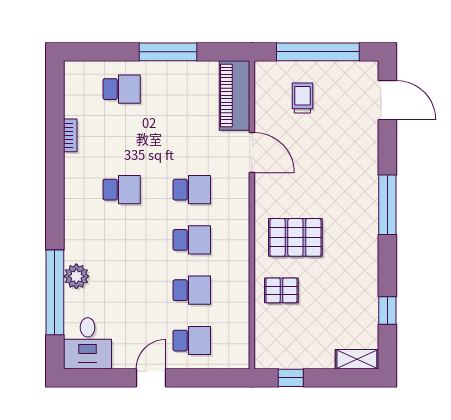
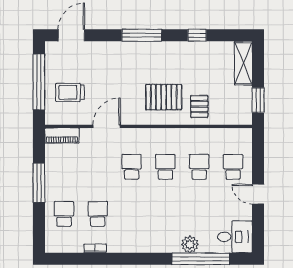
piano: (235, 95) -> (62, 136), width x0.73, depth x0.75
trolley: (302, 98) -> (70, 92), width x1.36, depth x1.39
school desk: (122, 190) -> (98, 214), moved
pallet: (295, 237) -> (164, 97), turned 90
window: (387, 310) -> (197, 35), moved
shelving: (357, 359) -> (243, 63), width x1.50, depth x1.33
window: (291, 378) -> (258, 100), width x1.50

